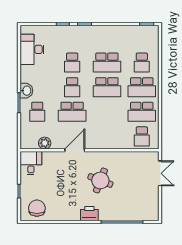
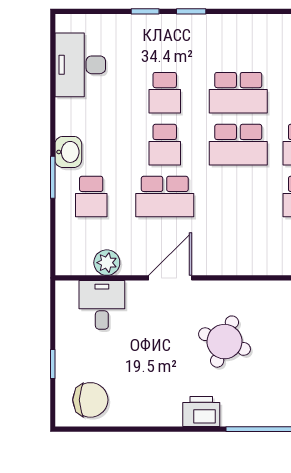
desk: (31, 163) -> (102, 305), moved
chair: (37, 208) -> (90, 400), turned 90

